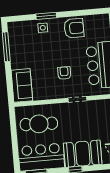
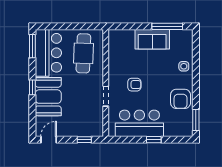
window: (46, 16) -> (196, 120), moved
sofa: (22, 85) -> (152, 39), moved

